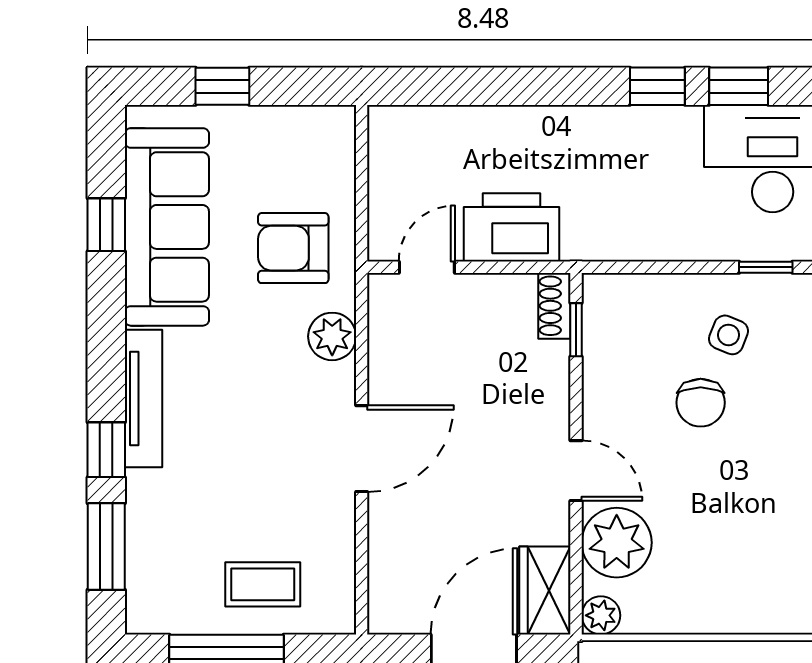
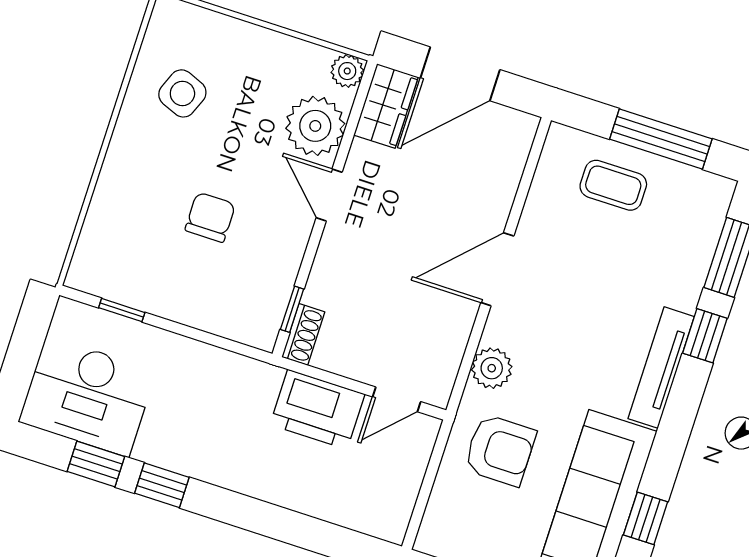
side table: (729, 335) -> (182, 93), moved, width x1.37, depth x1.37

